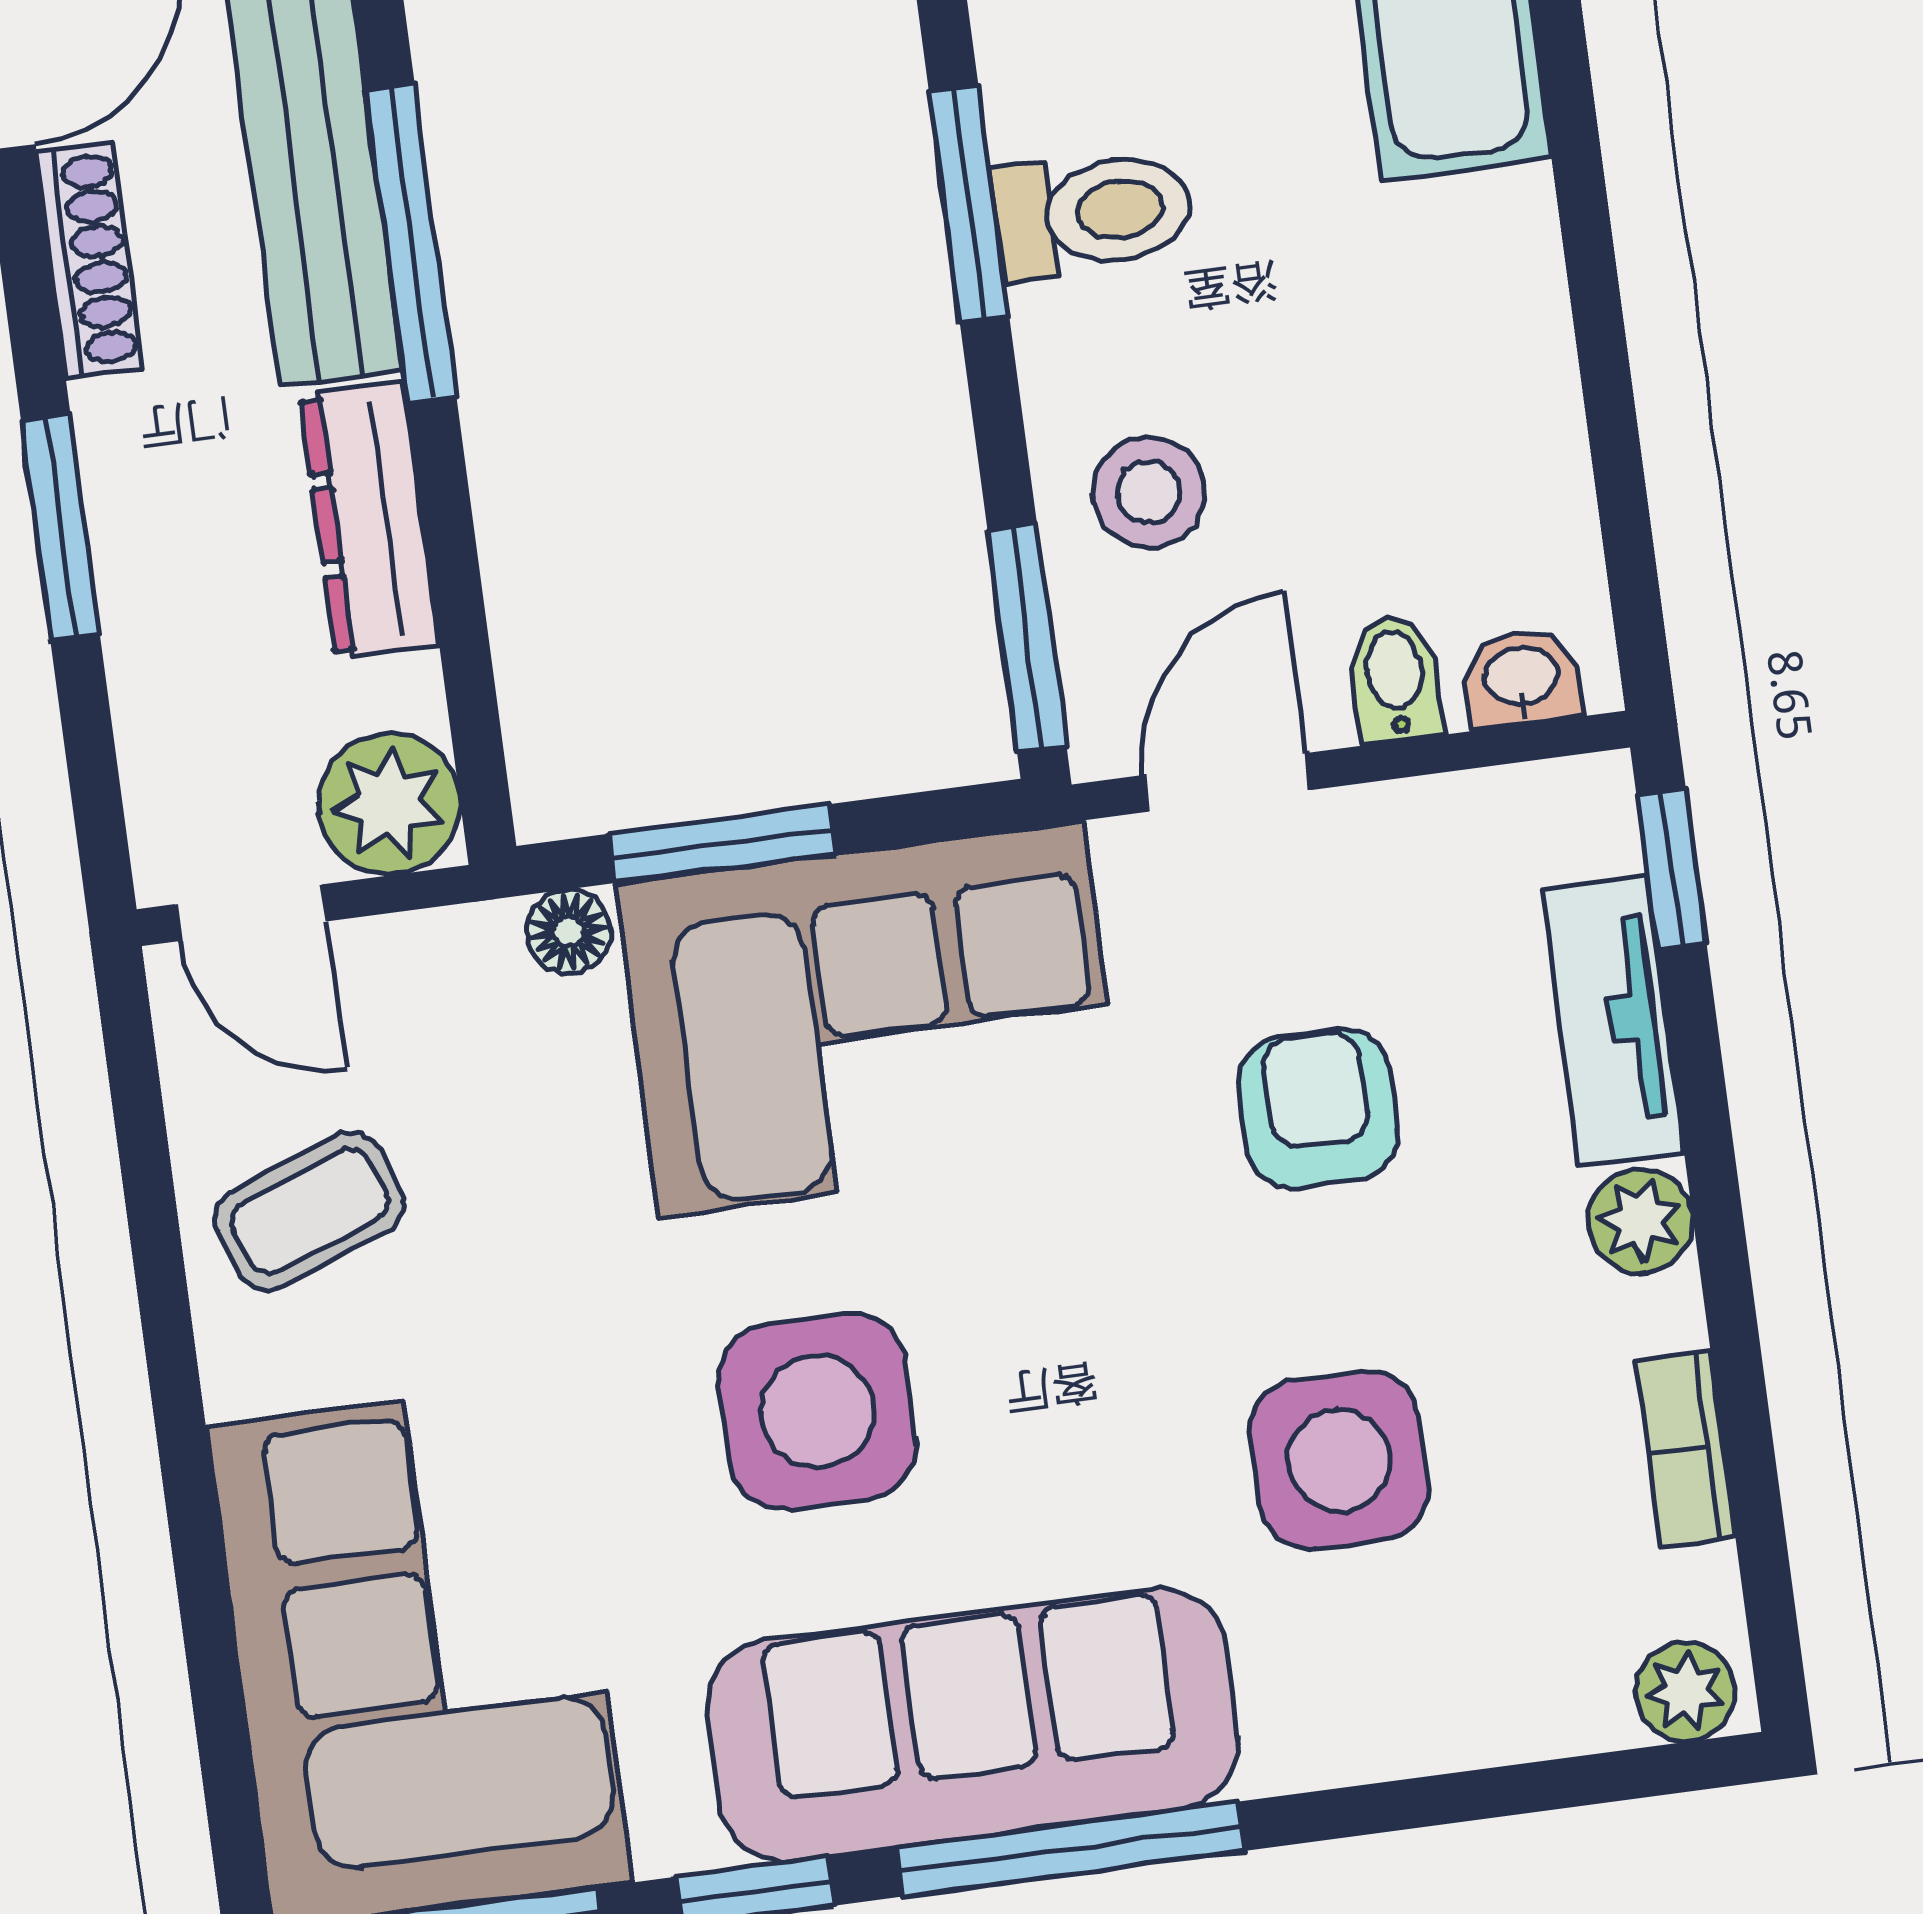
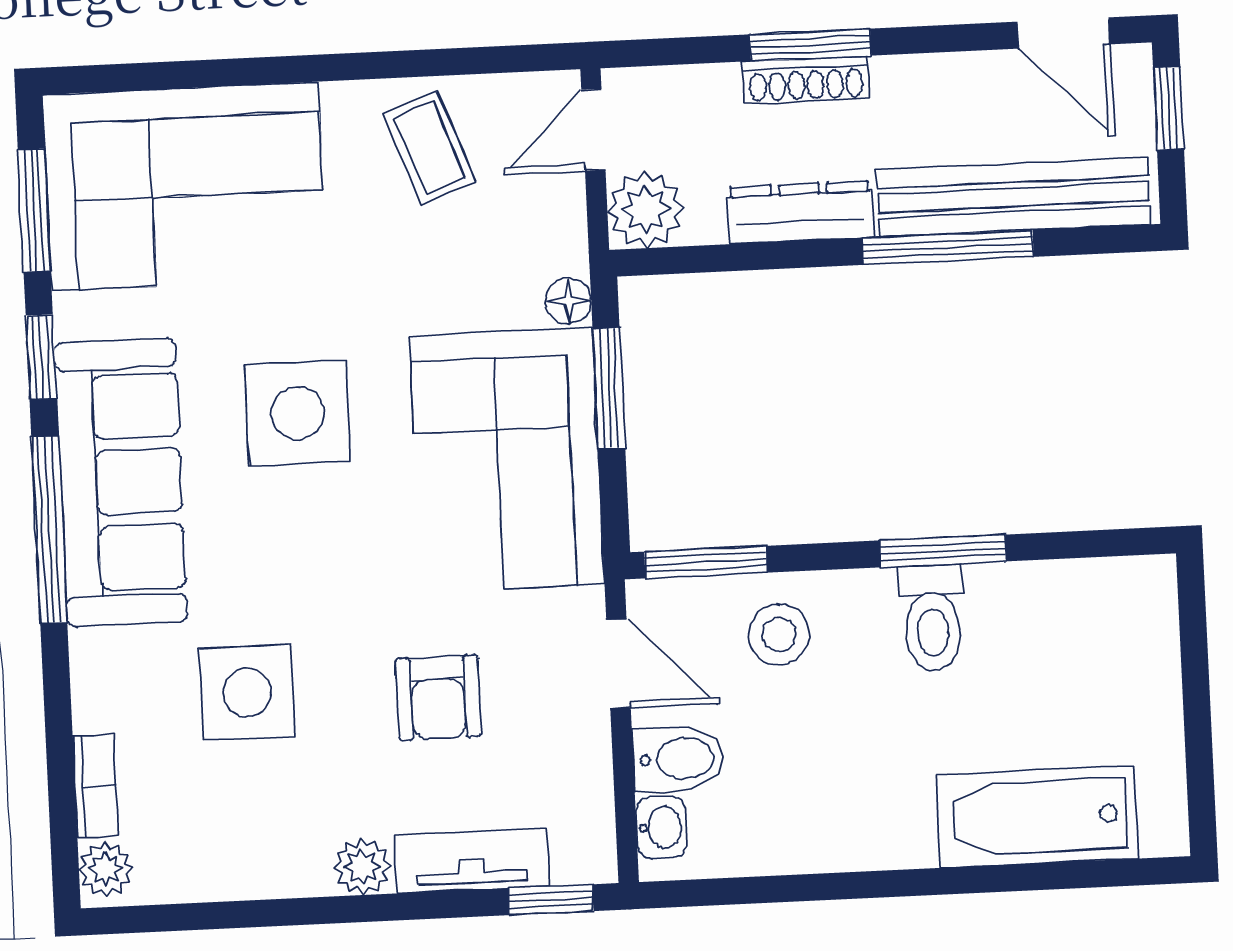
shoe rack: (90, 261) -> (806, 80), moved
bidet: (1395, 679) -> (679, 759), width x1.38, depth x1.36
armchair: (1318, 1108) -> (438, 698), turned 90
bookcase: (1685, 1449) -> (95, 786), moved, turned 90

